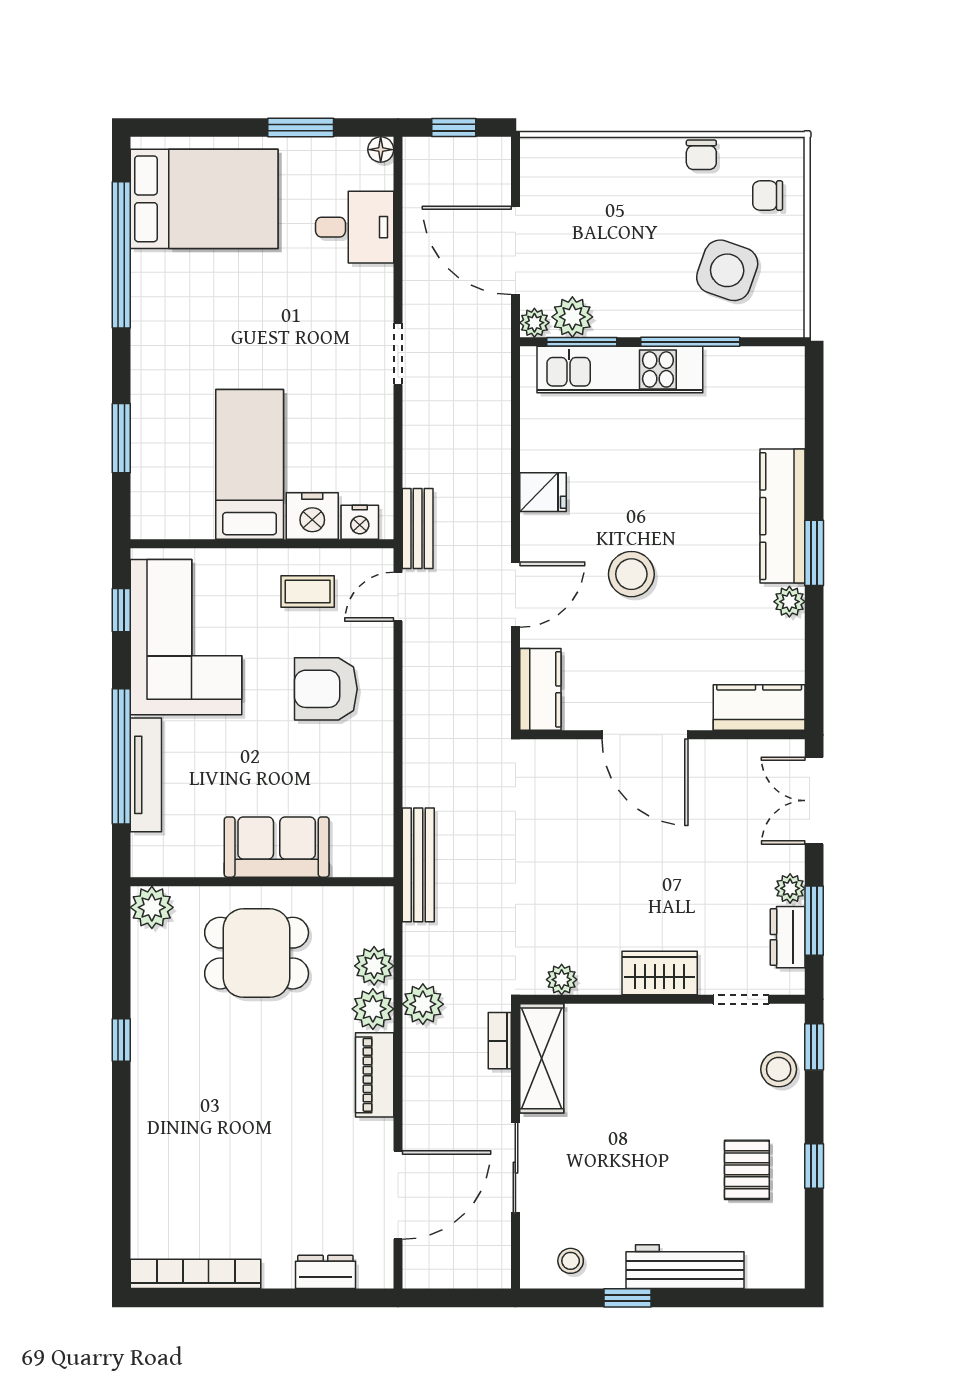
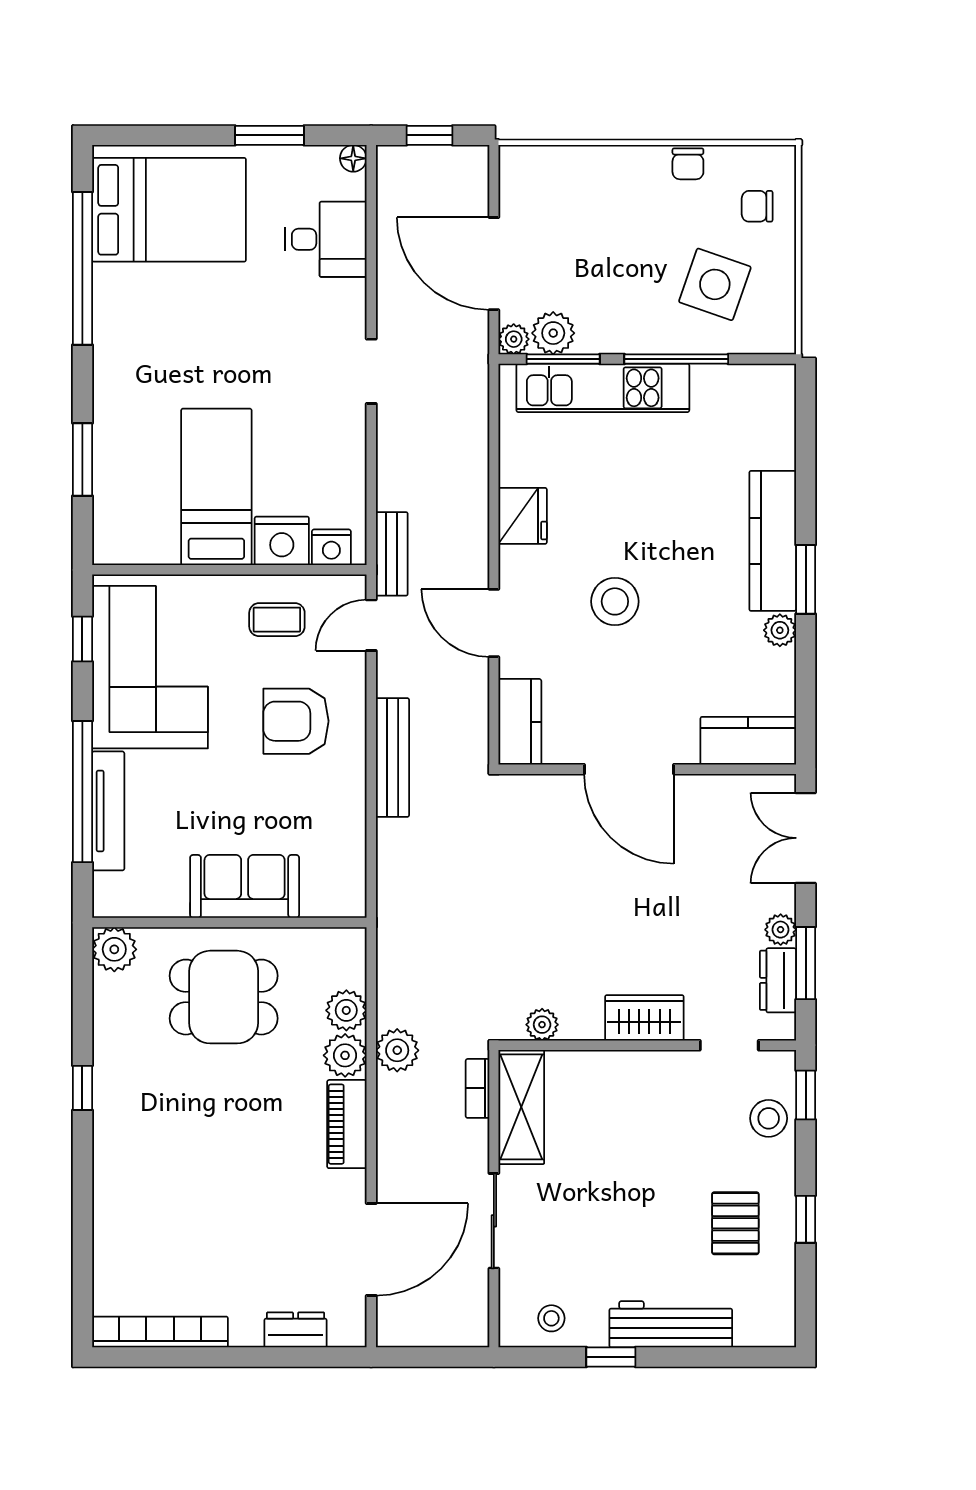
fridge: (543, 492) -> (523, 516), width x1.38
door: (515, 595) -> (494, 623), swing flipped
bench: (418, 865) -> (392, 758), moved

